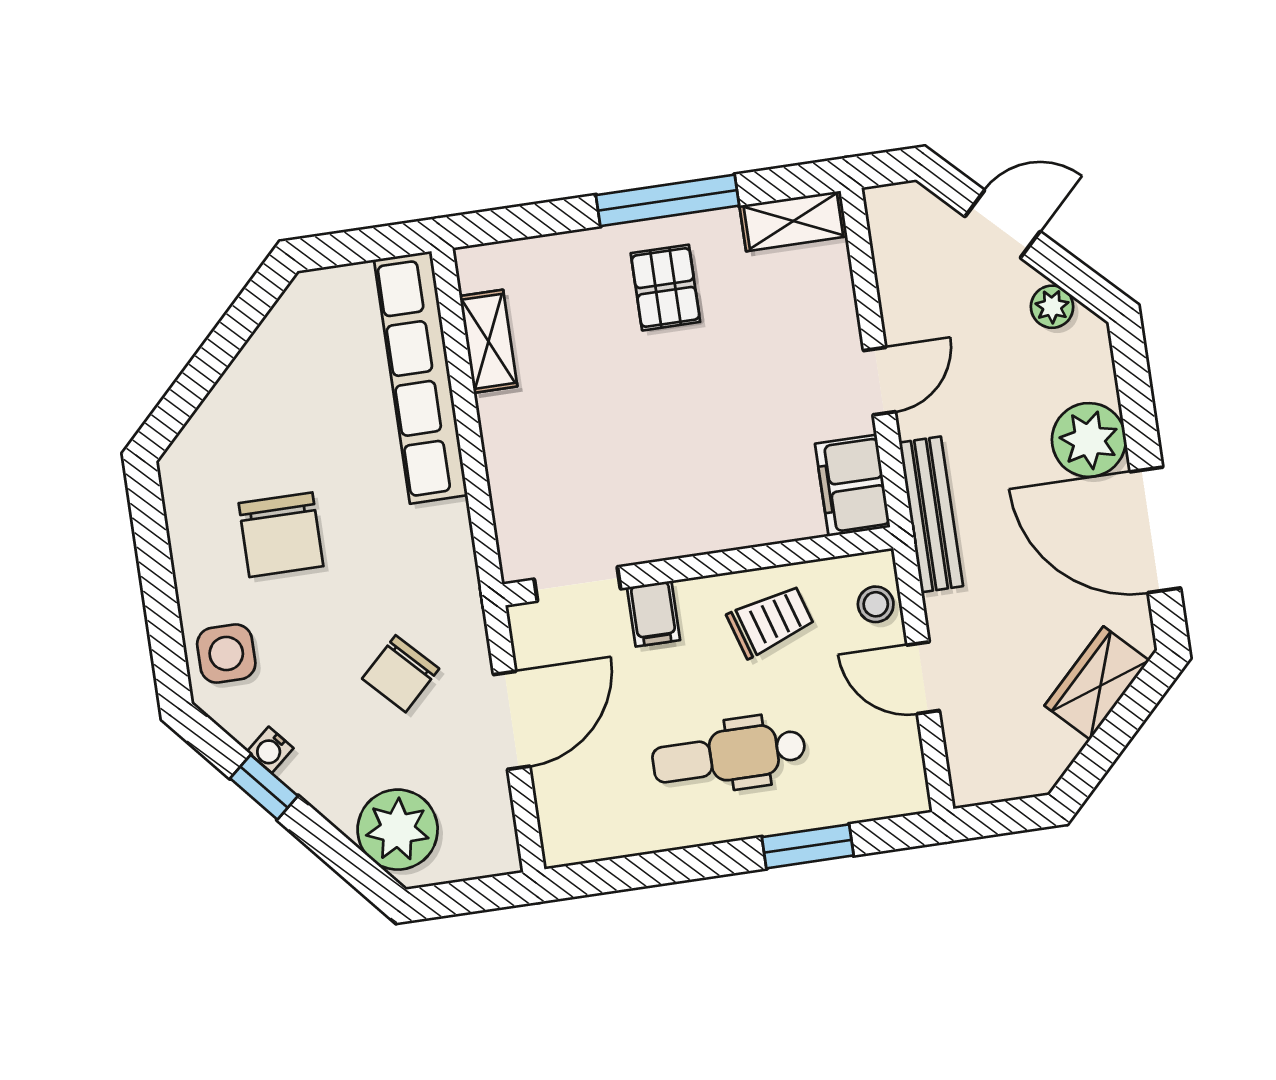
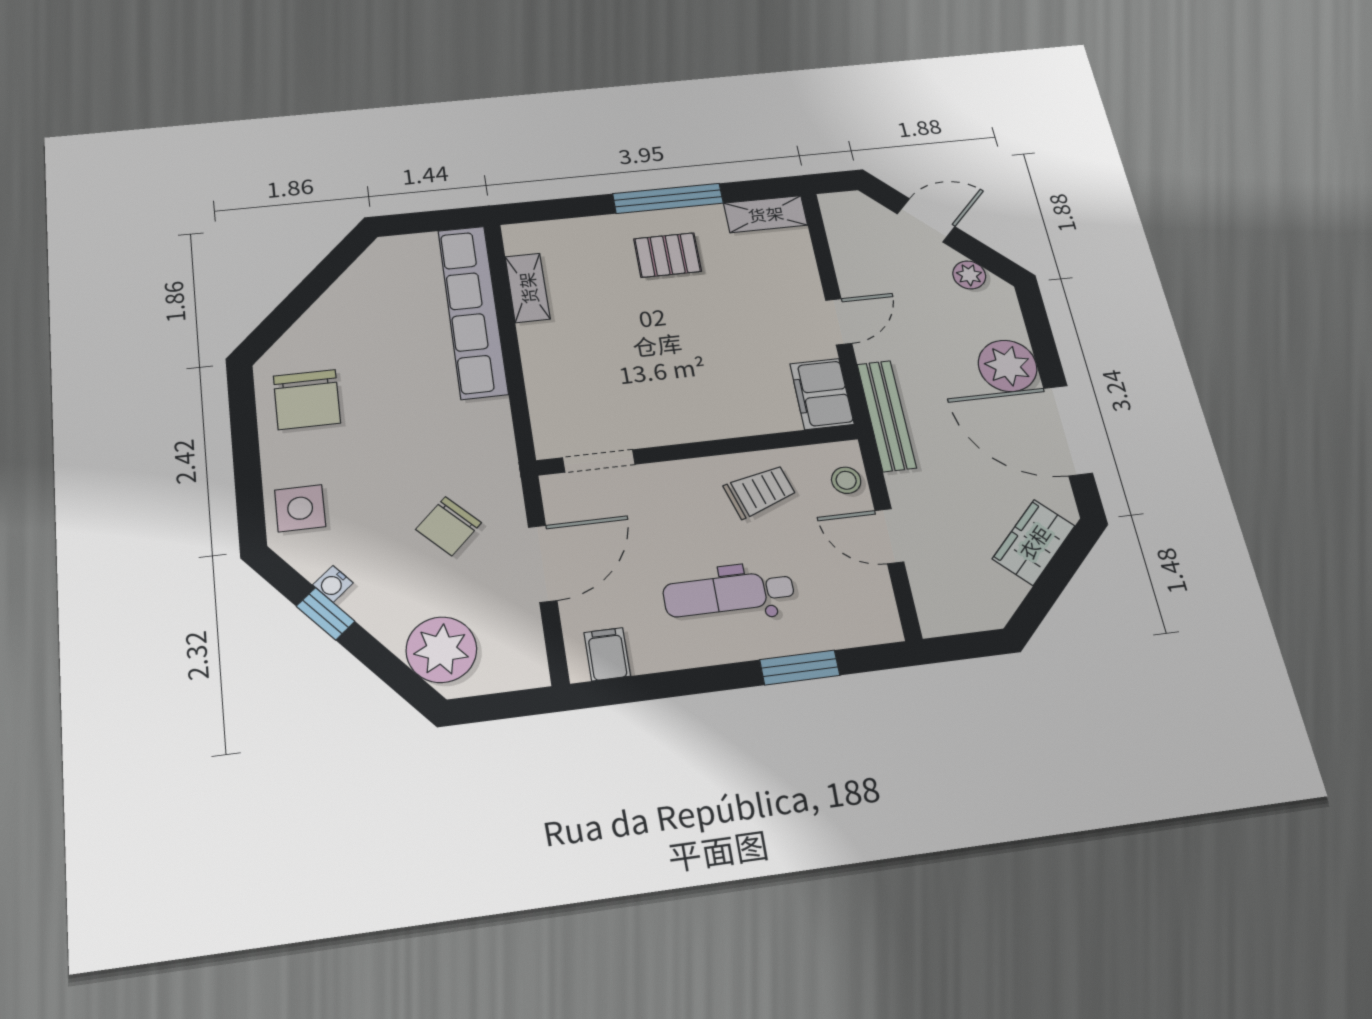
pallet: (665, 288) -> (668, 255), turned 90
chair: (281, 535) -> (307, 399), moved
filing cabinet: (654, 614) -> (607, 654), moved, turned 180

